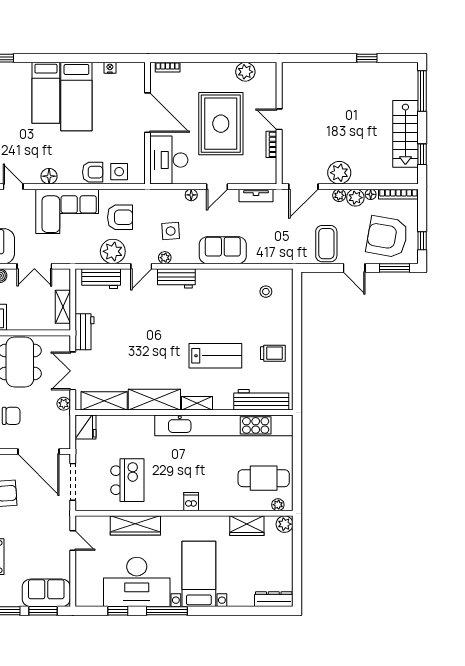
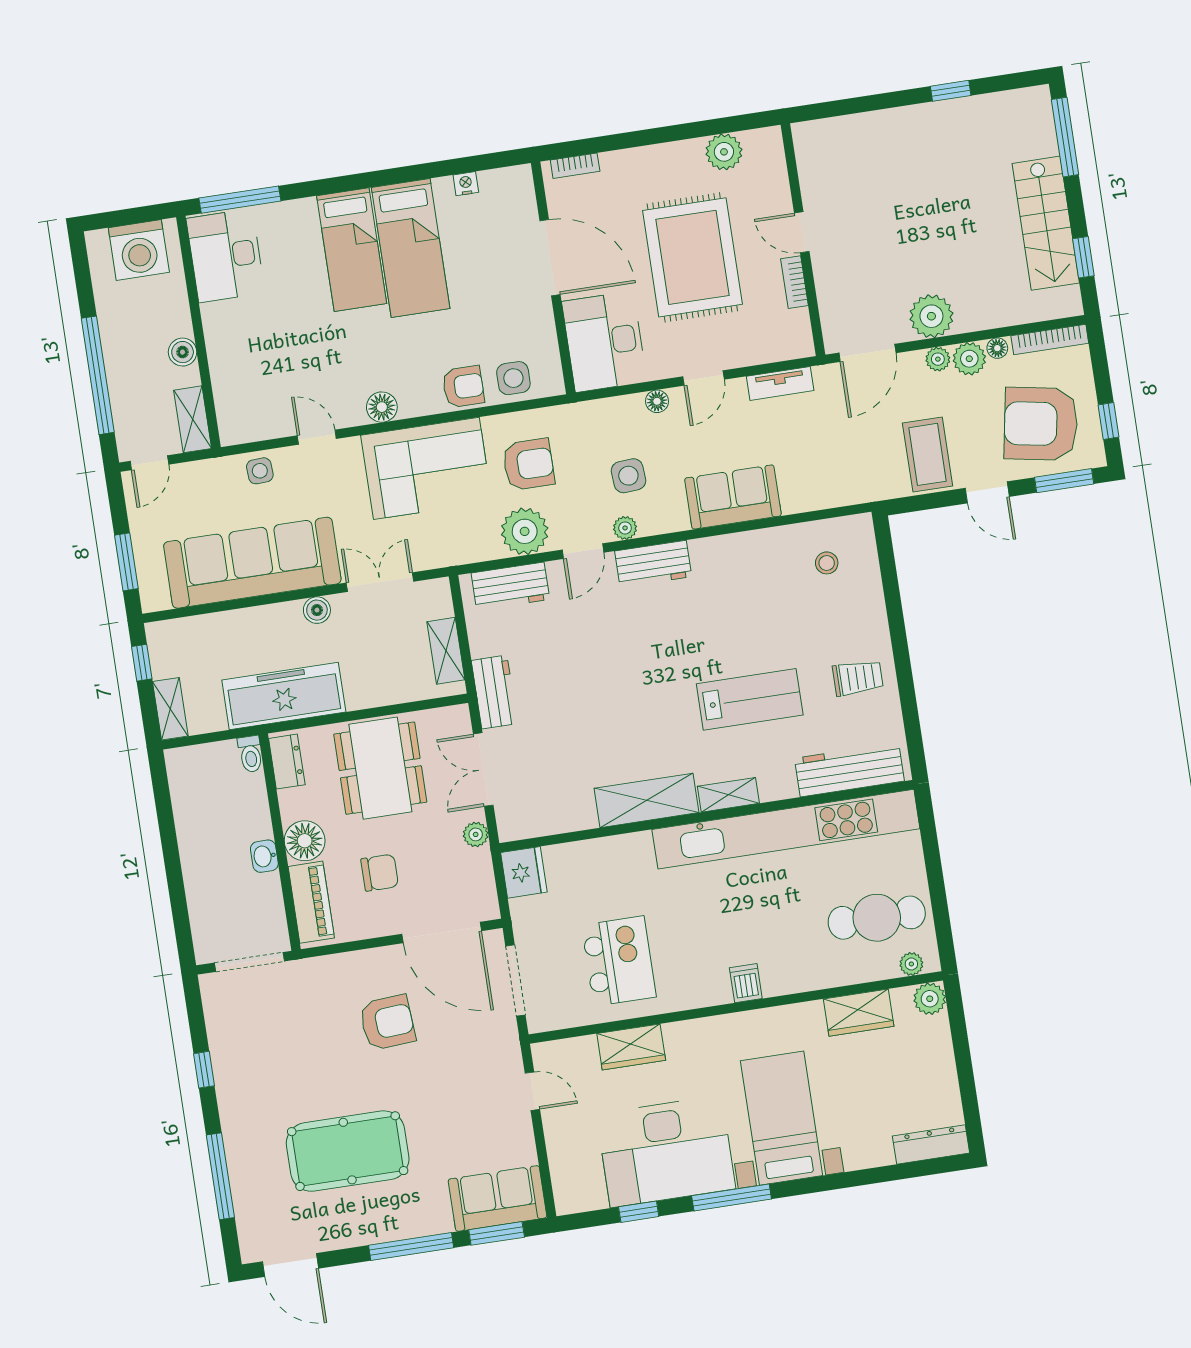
double door: (34, 266) -> (380, 582), swing flipped
shelving: (104, 401) -> (551, 817), removed
wardrobe: (135, 525) -> (631, 1047), width x0.67

